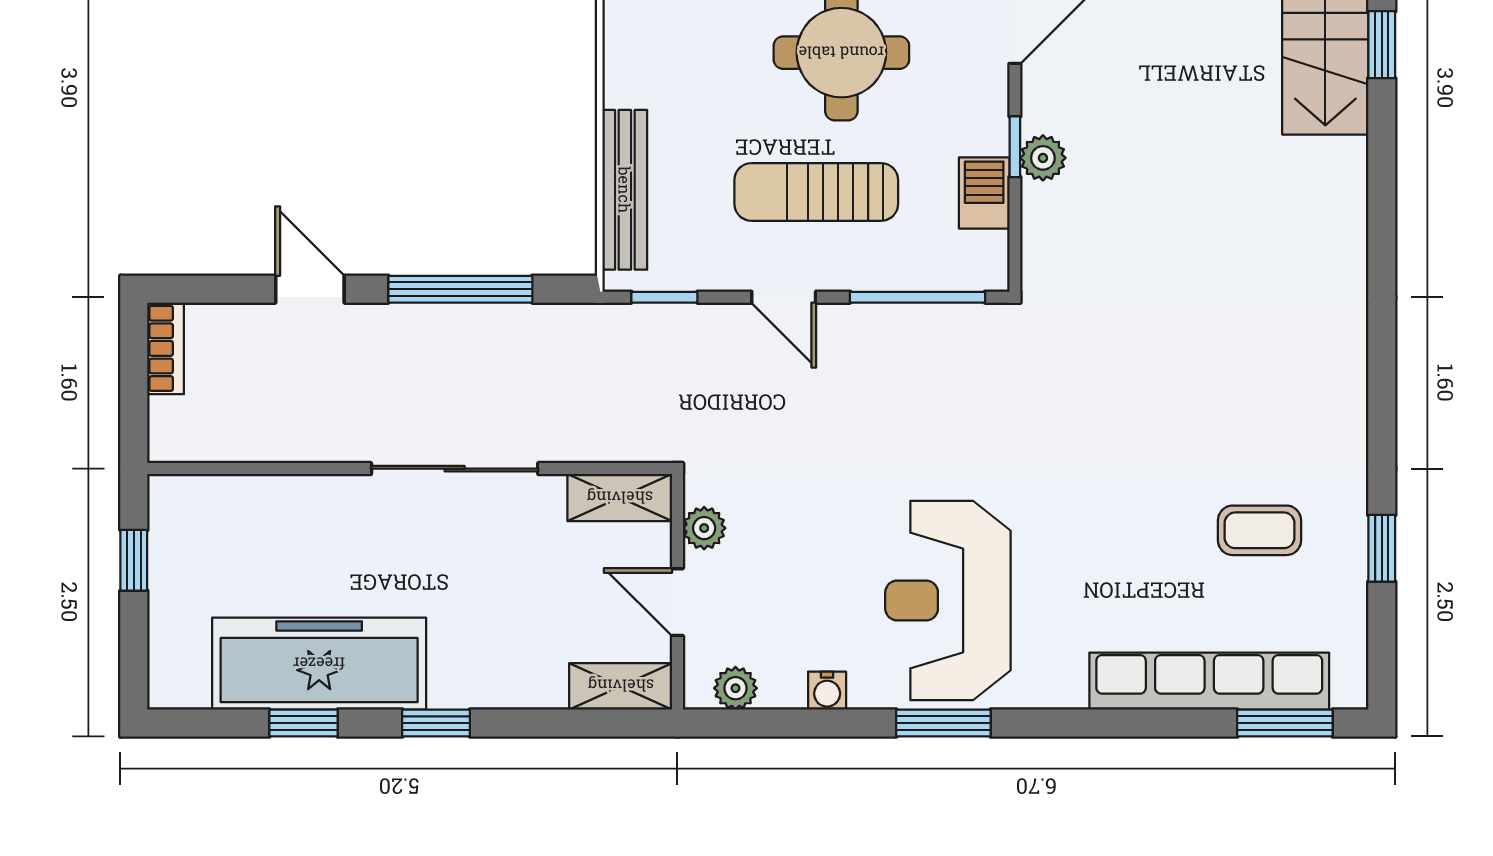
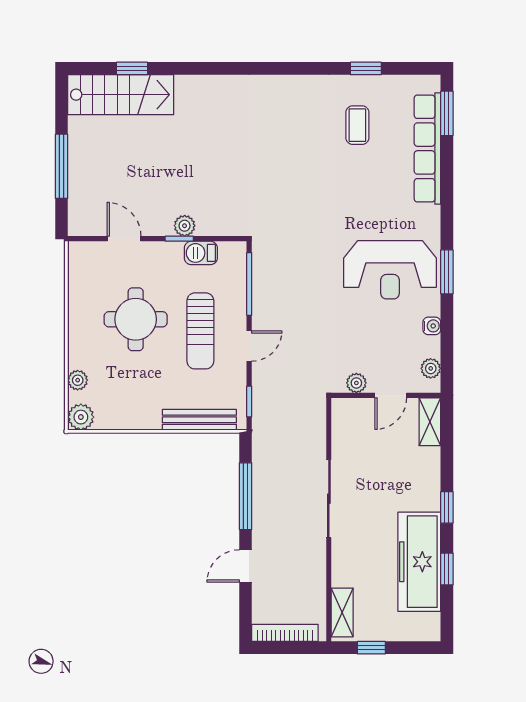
bookcase: (166, 348) -> (285, 633), width x1.56
shelving: (620, 498) -> (342, 612), moved

